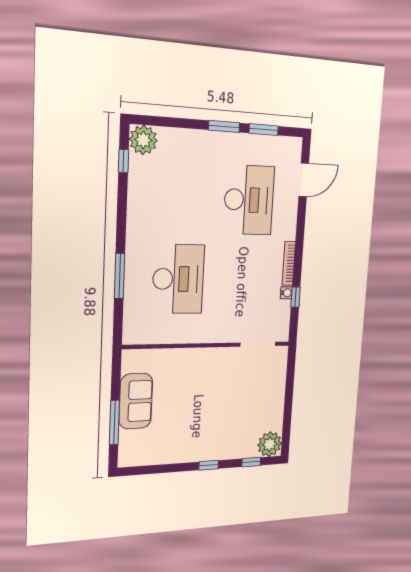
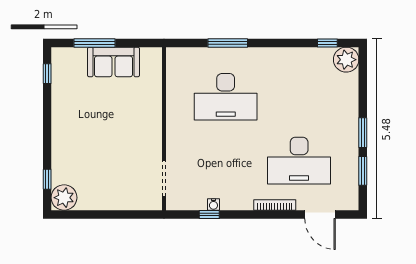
bookcase: (289, 263) -> (275, 205), moved
window: (209, 465) -> (47, 74), moved

